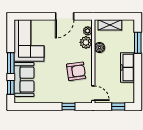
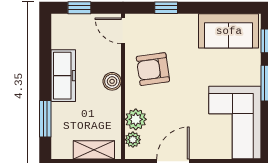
boiler: (99, 48) -> (112, 81), moved
sofa: (24, 80) -> (229, 31), moved, turned -90

